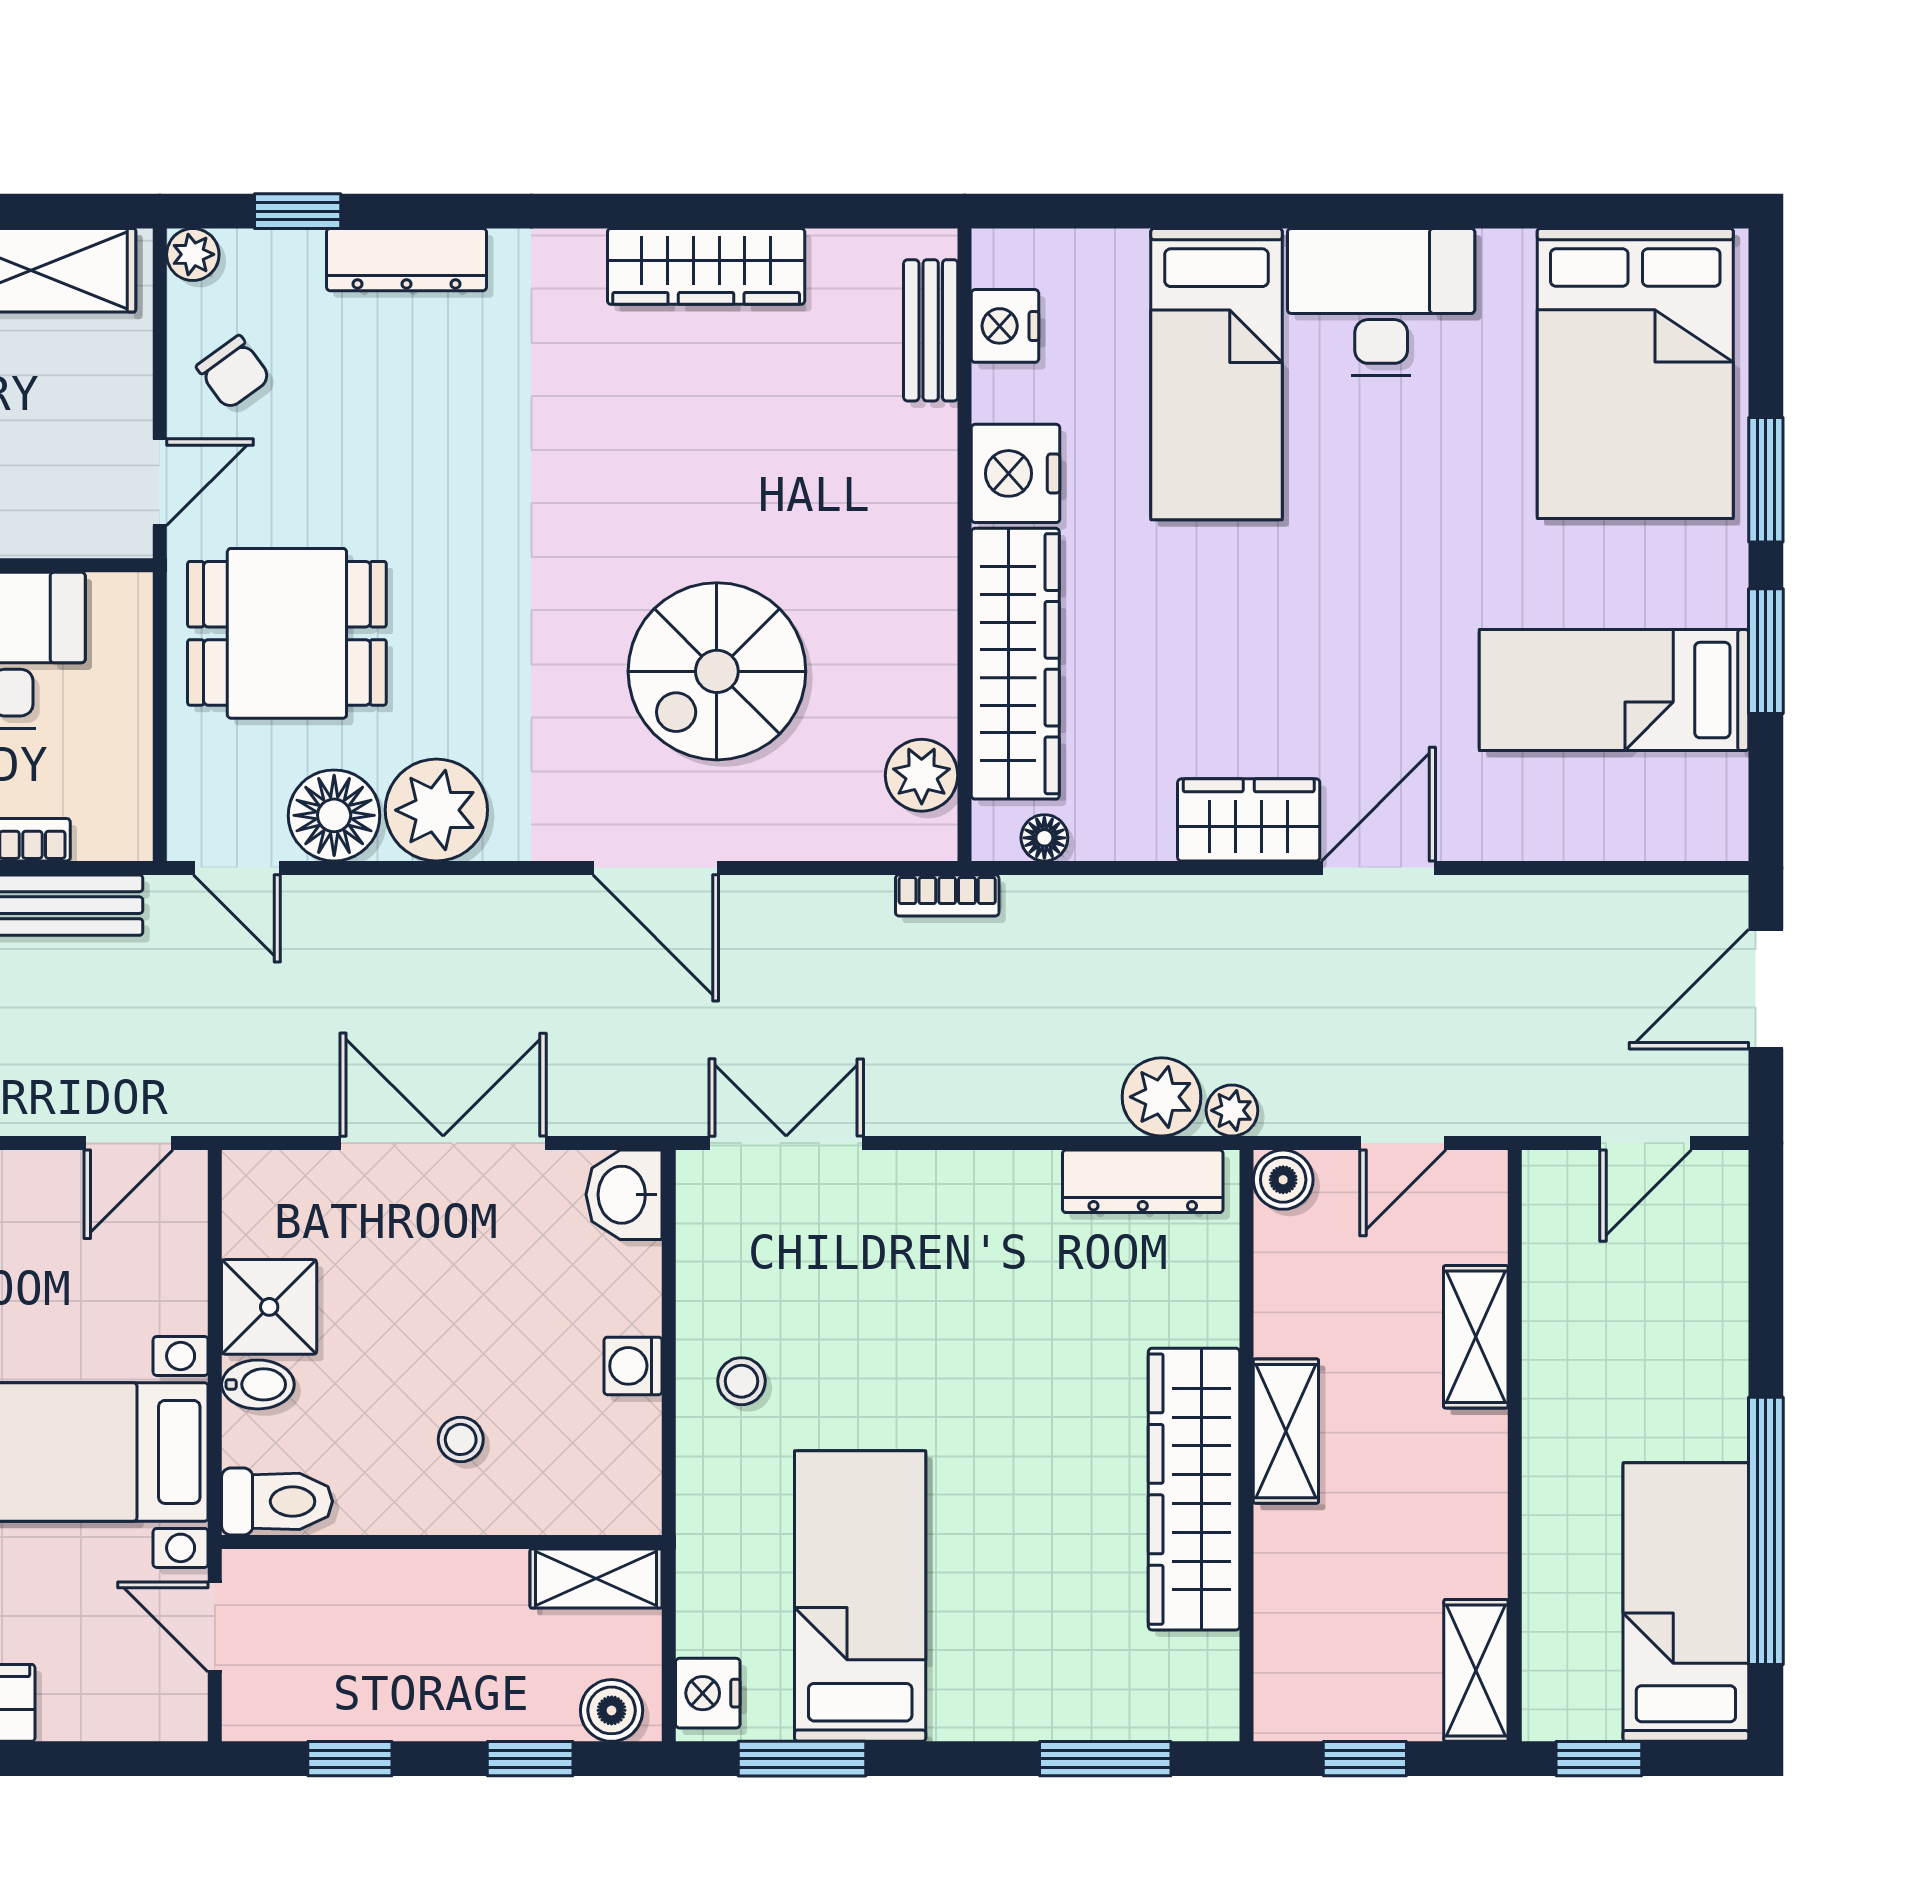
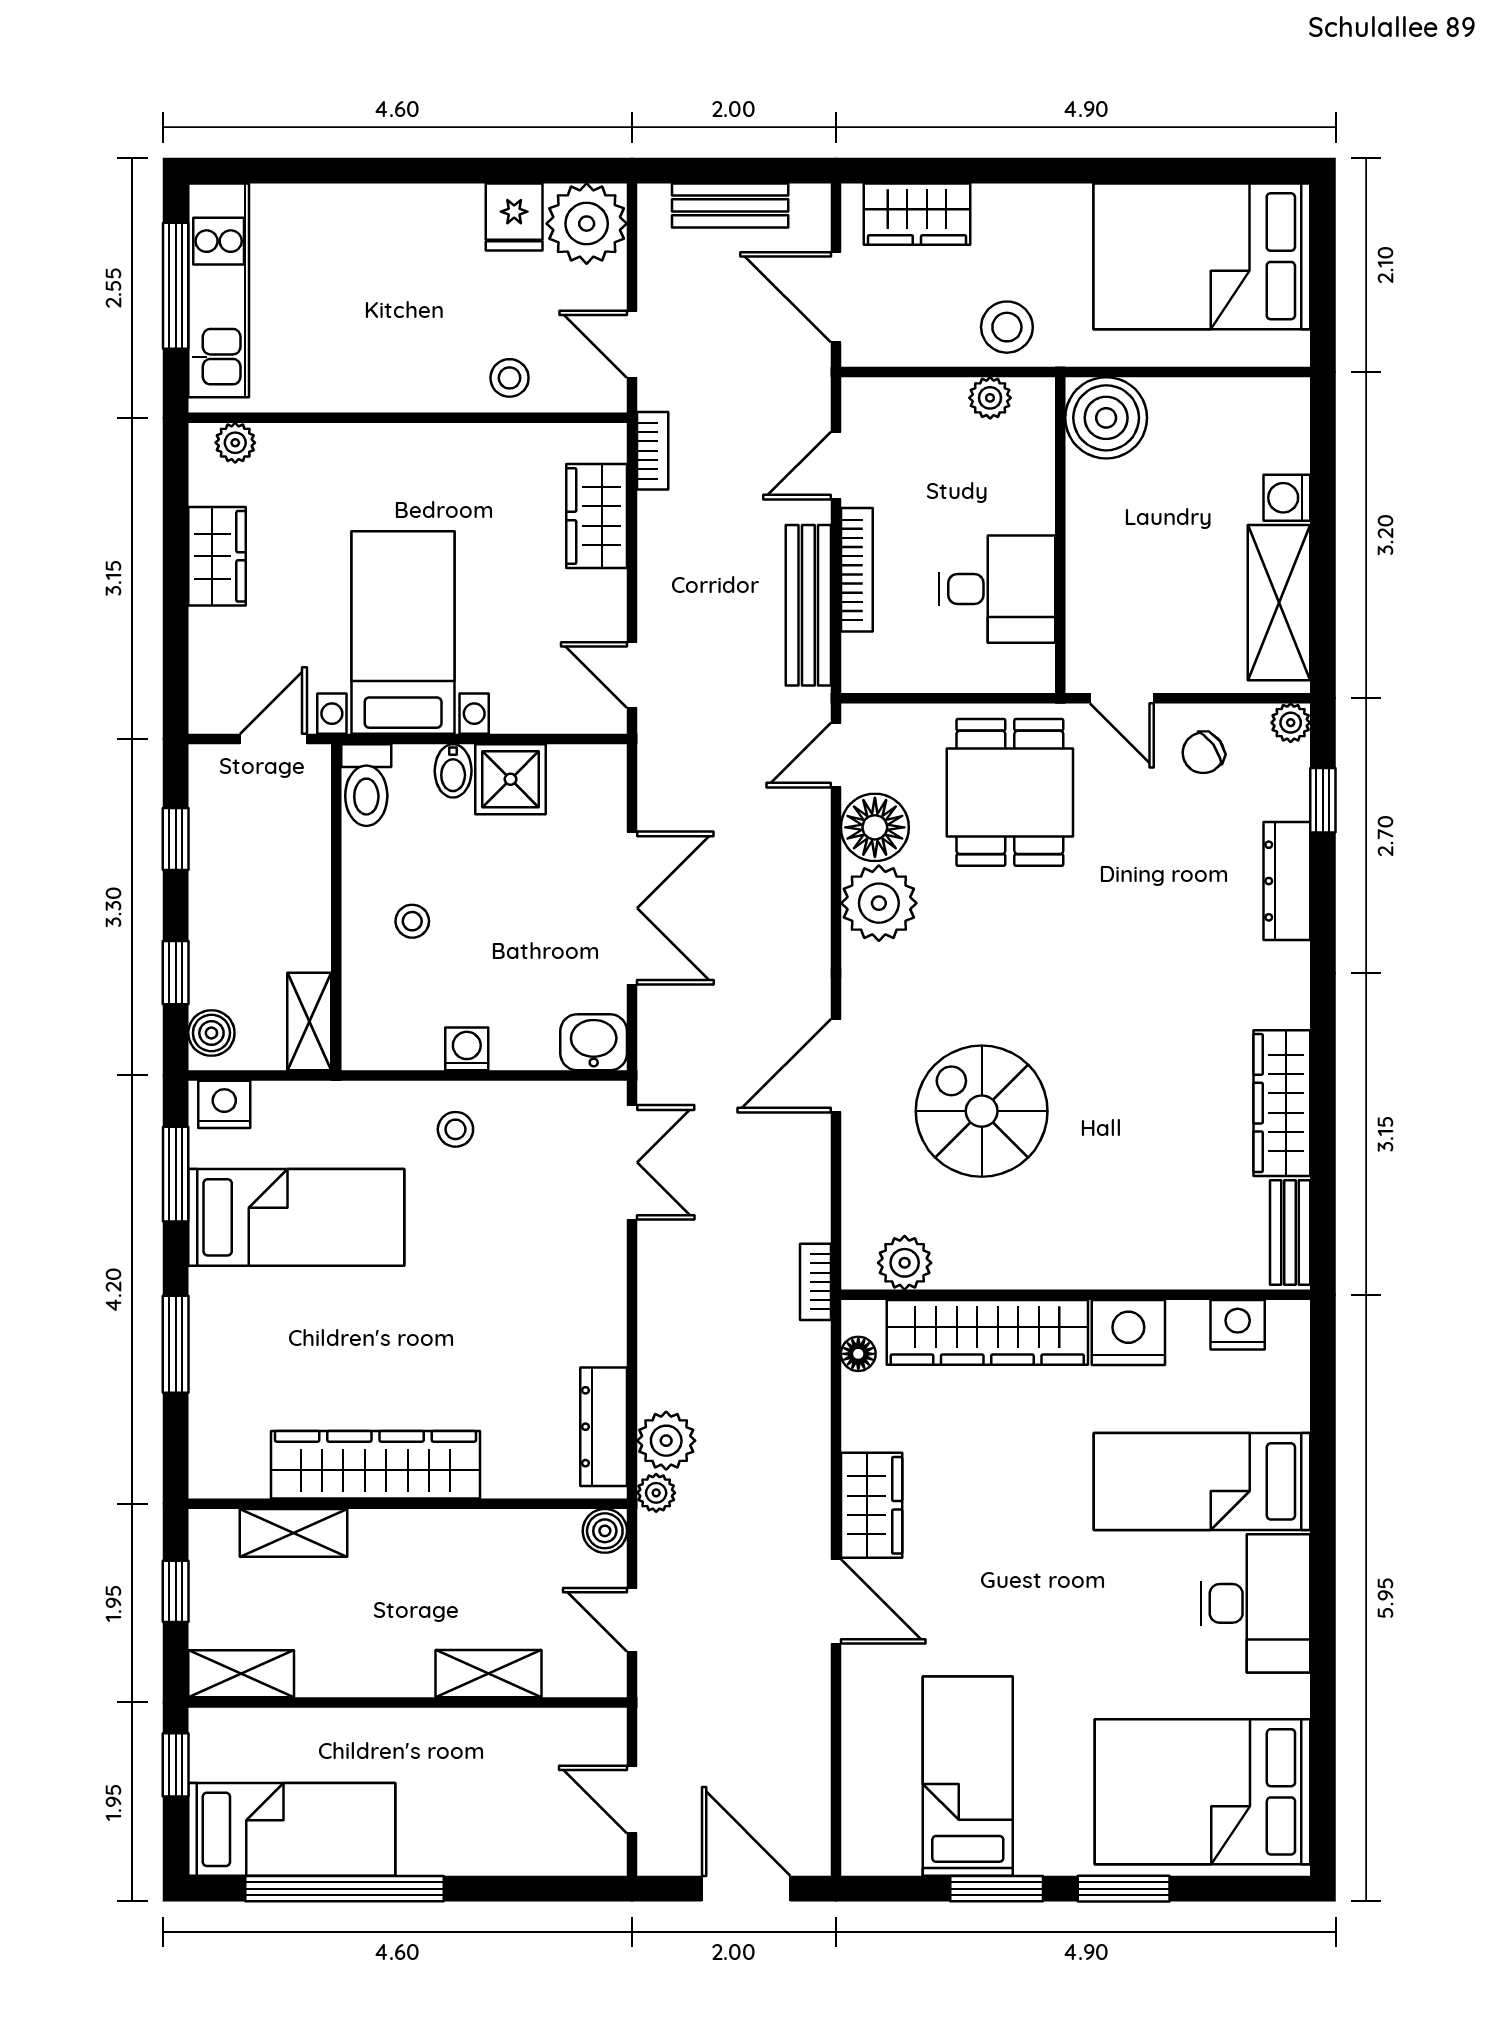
bench: (931, 330) -> (1290, 1233), moved, turned 90
shelving: (1286, 1431) -> (293, 1533), moved
window: (1105, 1759) -> (176, 1344), moved

